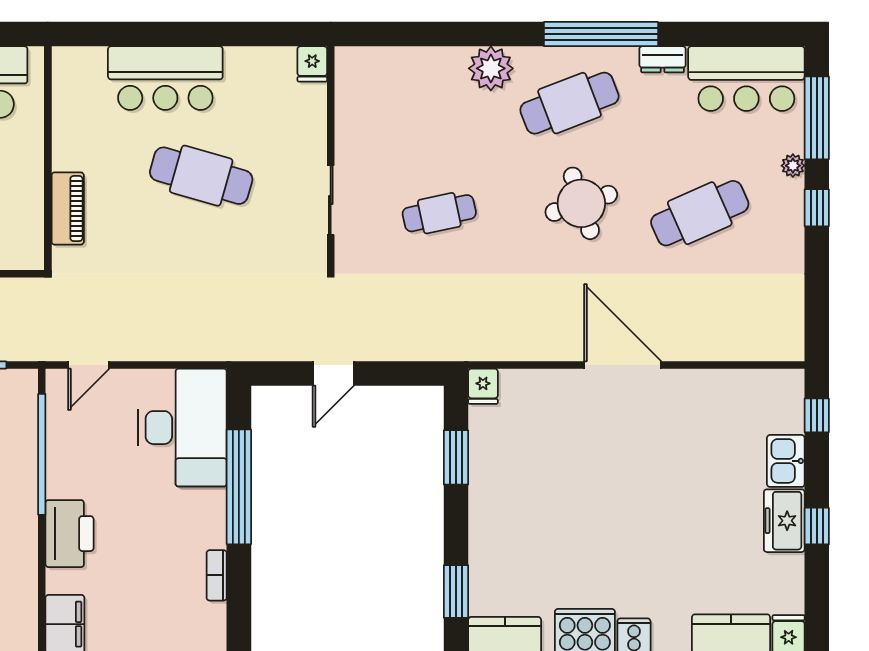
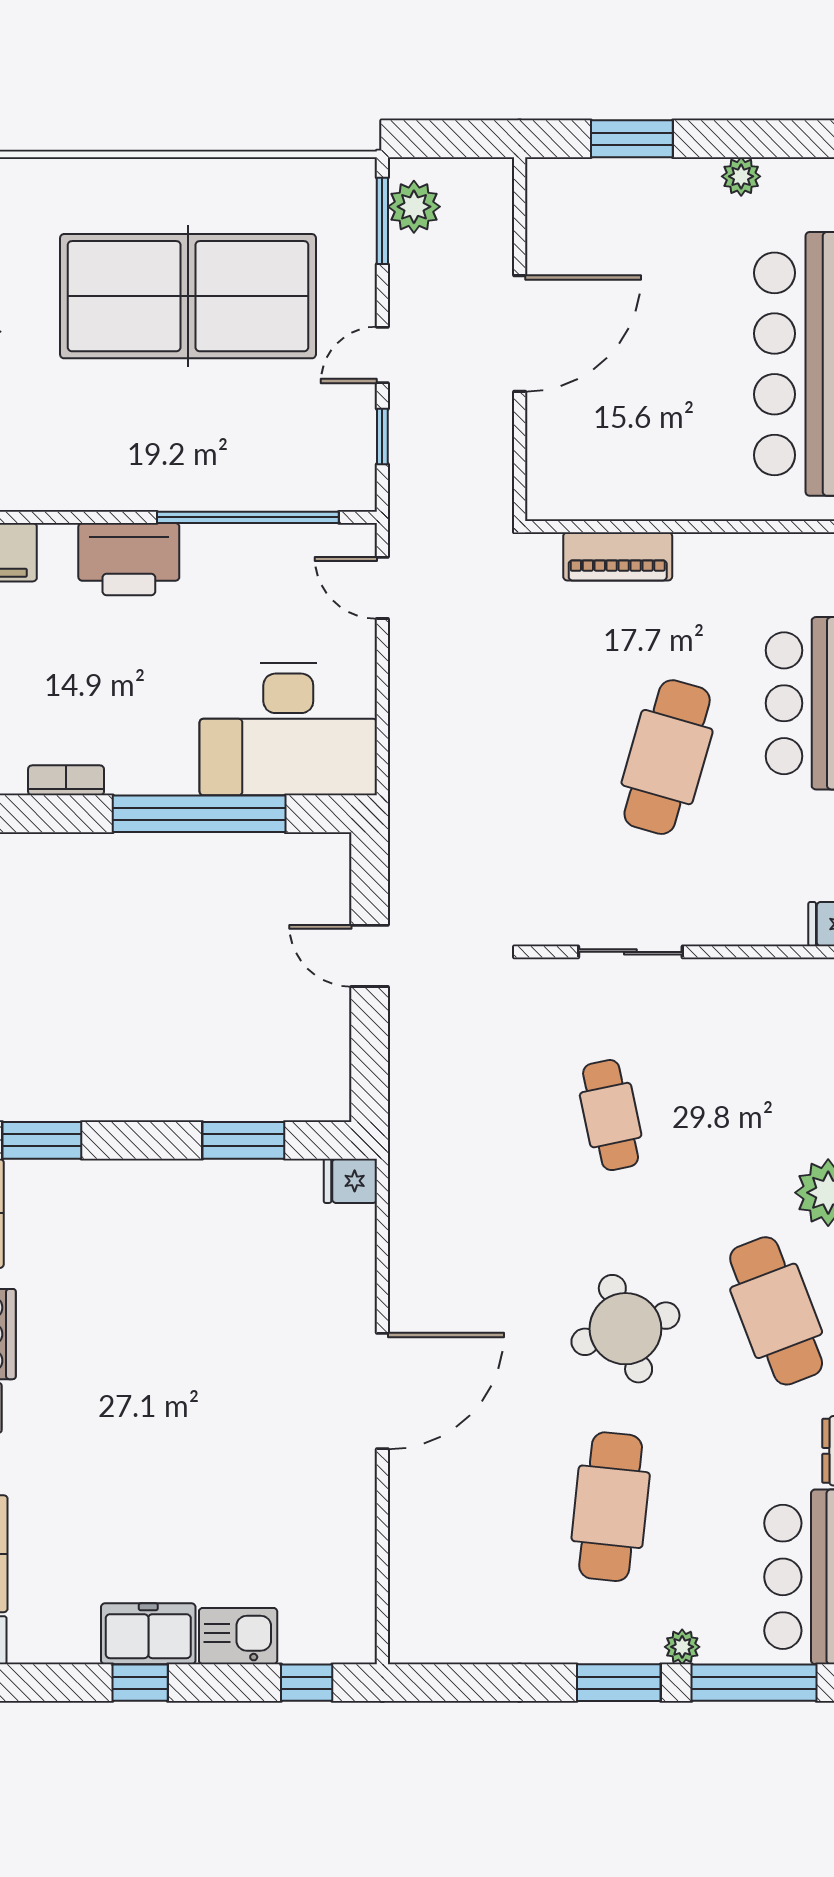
window: (817, 208) -> (619, 1683), width x1.50
cafe table: (700, 213) -> (611, 1507), turned 30

